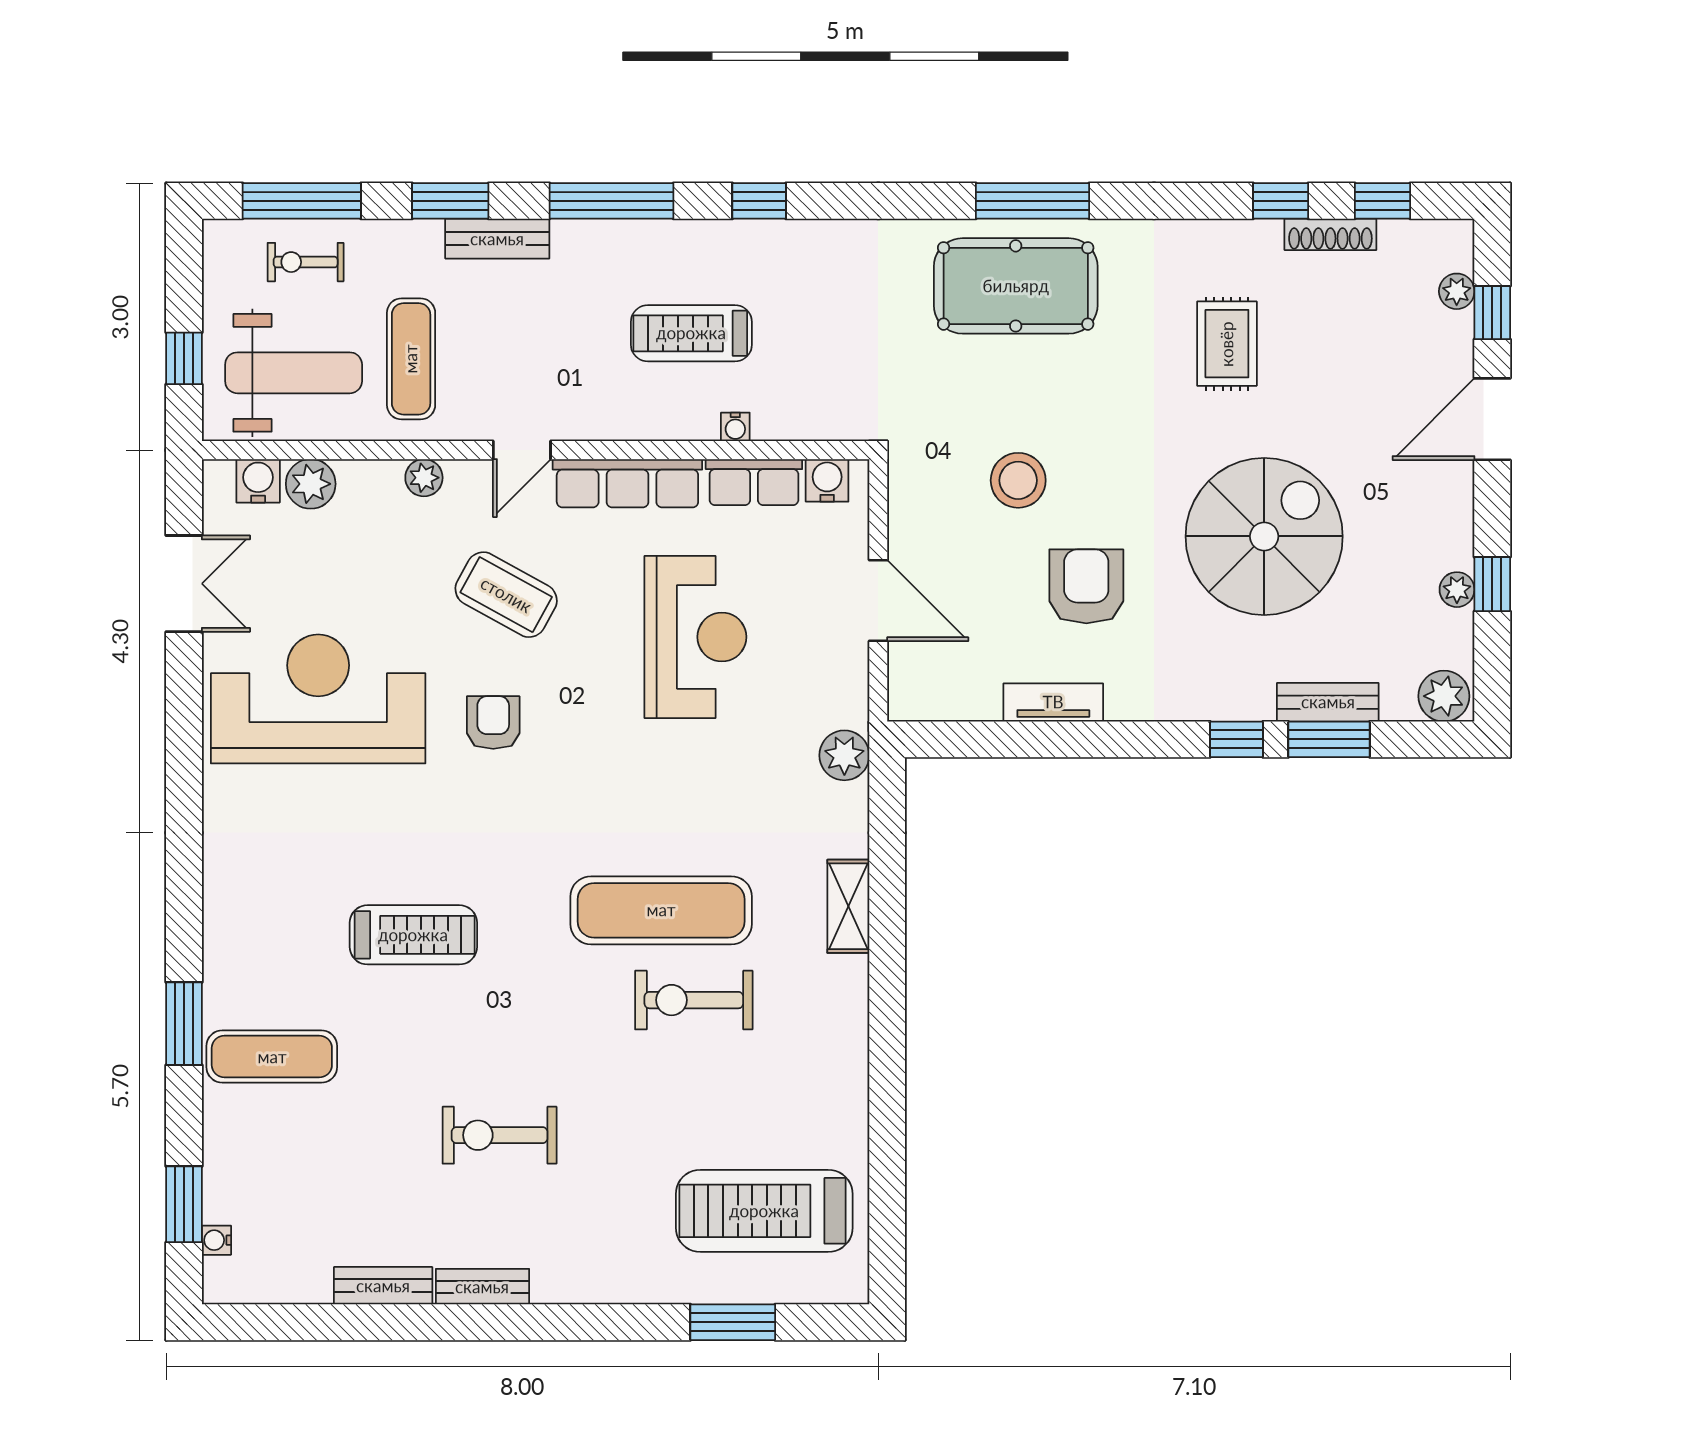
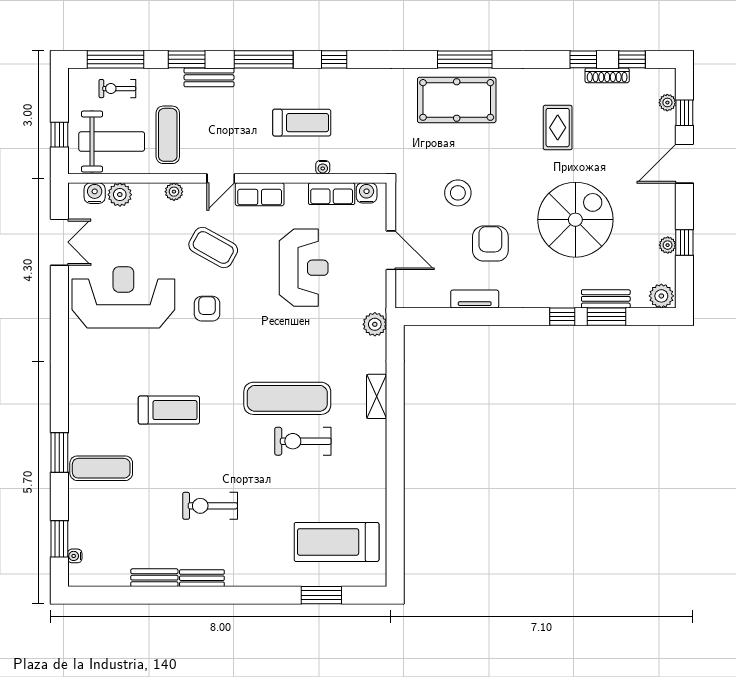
treadmill: (691, 333) -> (302, 123), turned 180
row of seats: (627, 483) -> (260, 194), width x0.68

